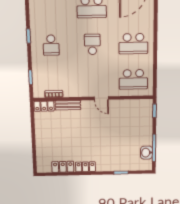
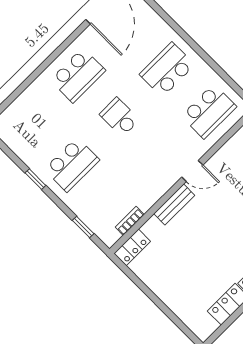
school desk: (133, 44) -> (167, 70), turned 180
school desk: (51, 45) -> (72, 165), width x1.85
bench: (68, 105) -> (174, 205), moved

